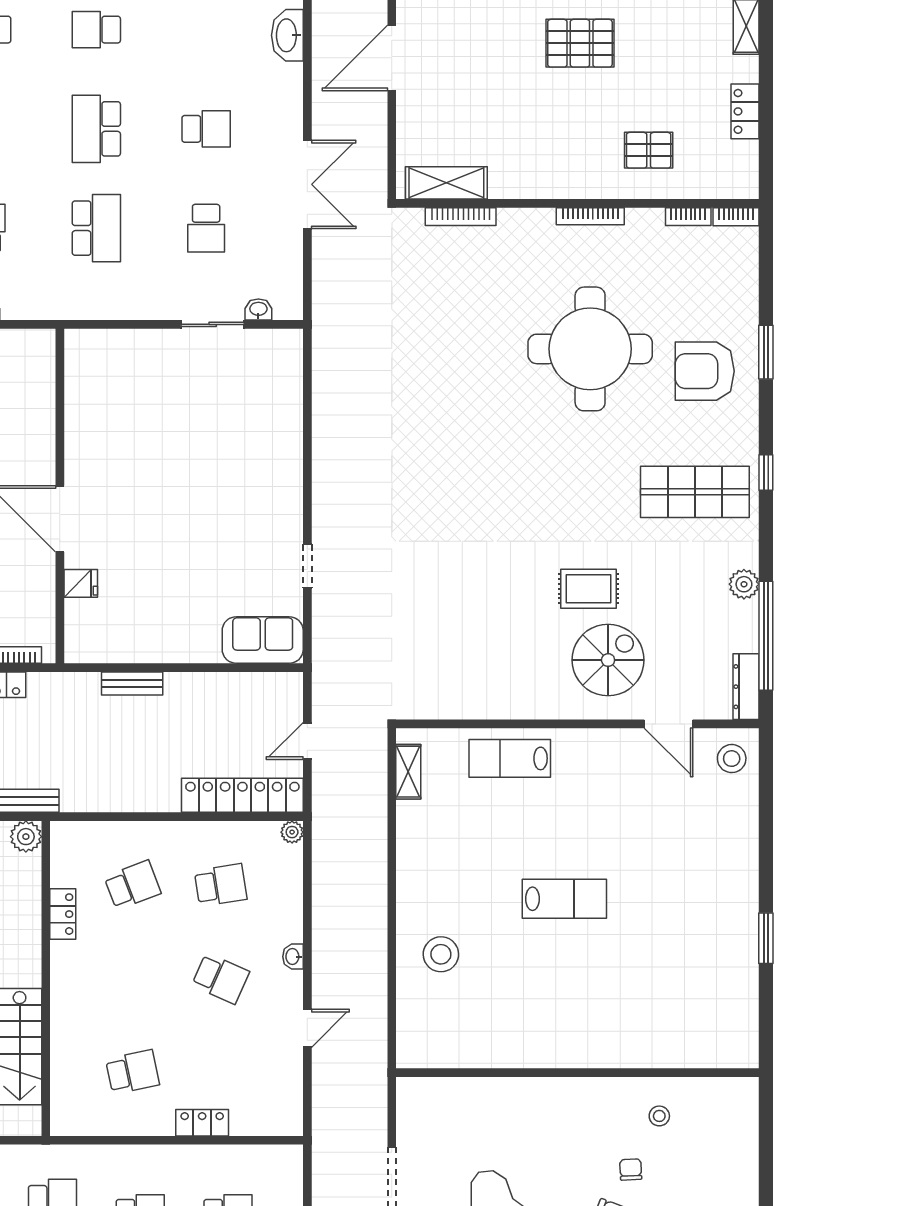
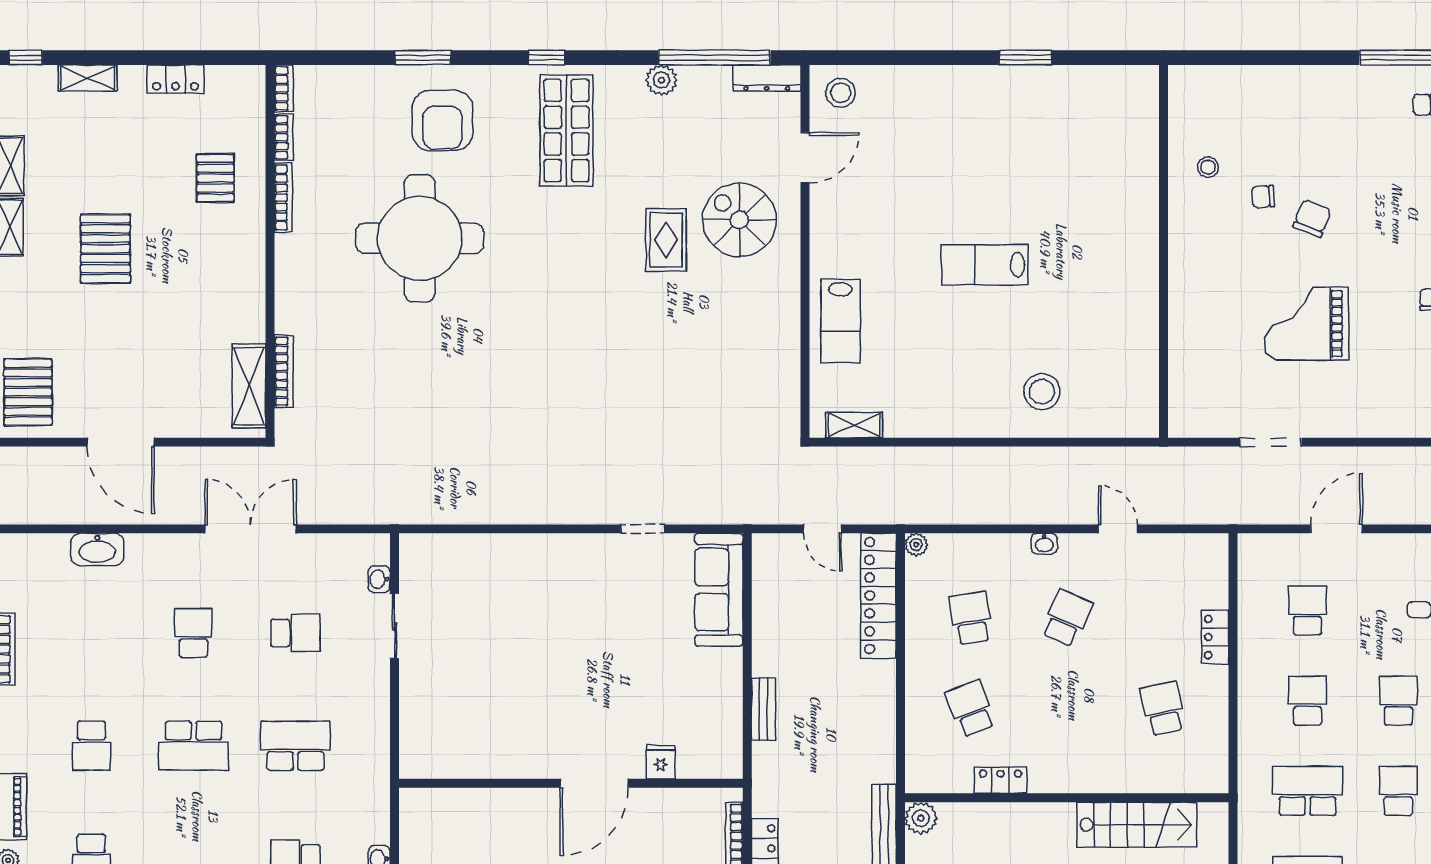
bookcase: (590, 216) -> (283, 198), moved
sofa: (263, 640) -> (719, 590), width x1.36
lab bench: (564, 899) -> (985, 265), turned -90

